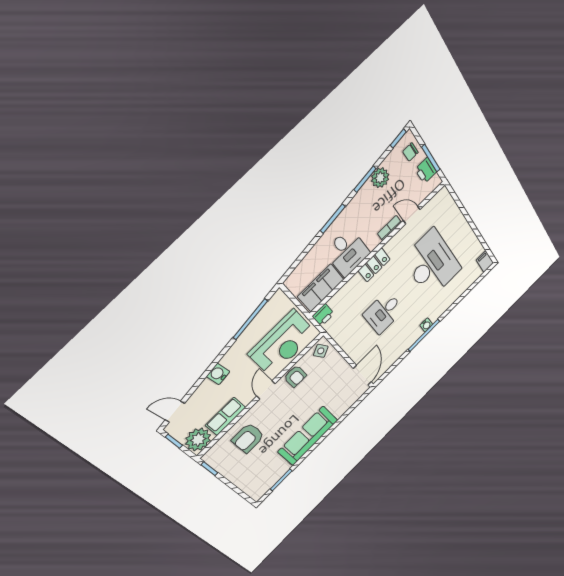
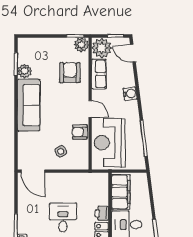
printer: (323, 315) -> (102, 213), moved
side table: (321, 351) -> (61, 151), moved
door: (175, 412) -> (133, 53), swing flipped
plant: (212, 456) -> (81, 45), added
plant: (281, 469) -> (25, 71), added

